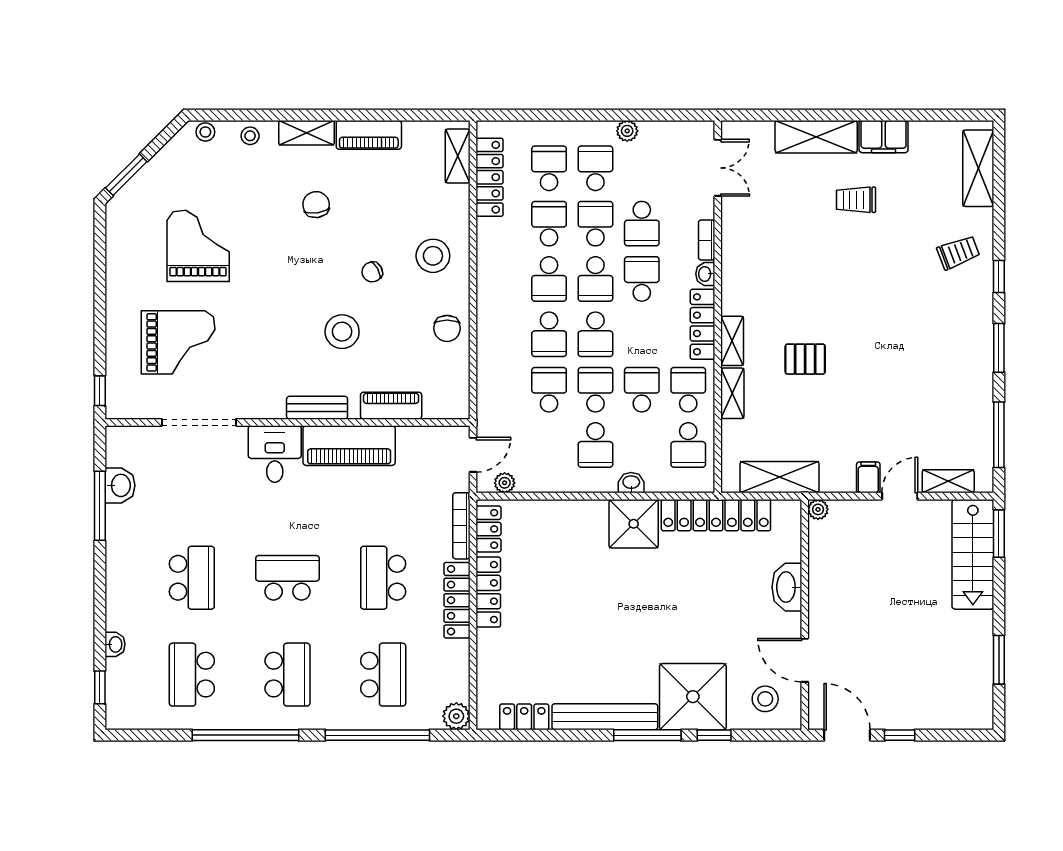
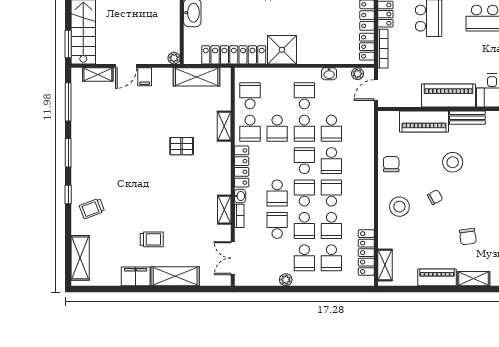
school desk: (549, 334) -> (331, 161), turned 180
shelving: (732, 341) -> (224, 210), moved
piano: (391, 406) -> (424, 121), width x1.37, depth x1.33
washbasin: (631, 483) -> (329, 74), moved

